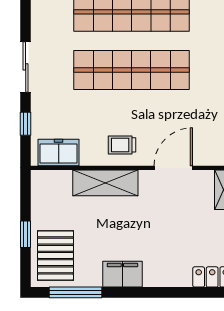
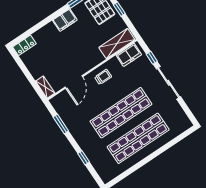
sliding door: (26, 67) -> (169, 83), width x1.37
shelving: (105, 183) -> (117, 43), moved

